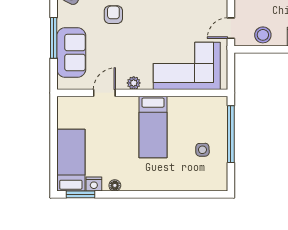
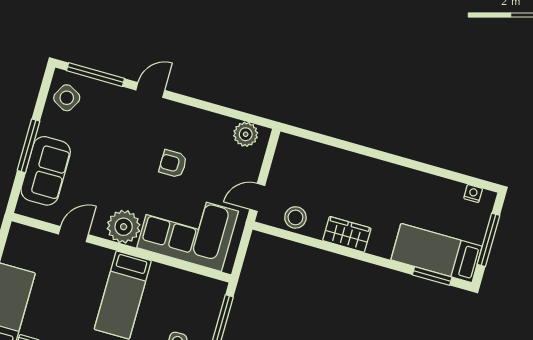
armchair: (113, 15) -> (173, 164), moved, turned -90
plant: (134, 83) -> (124, 227), width x1.88, depth x1.88

